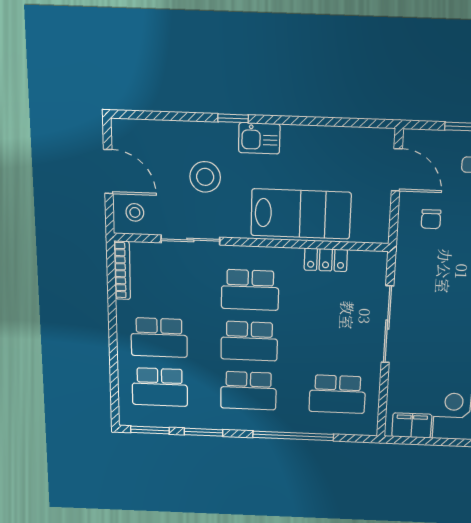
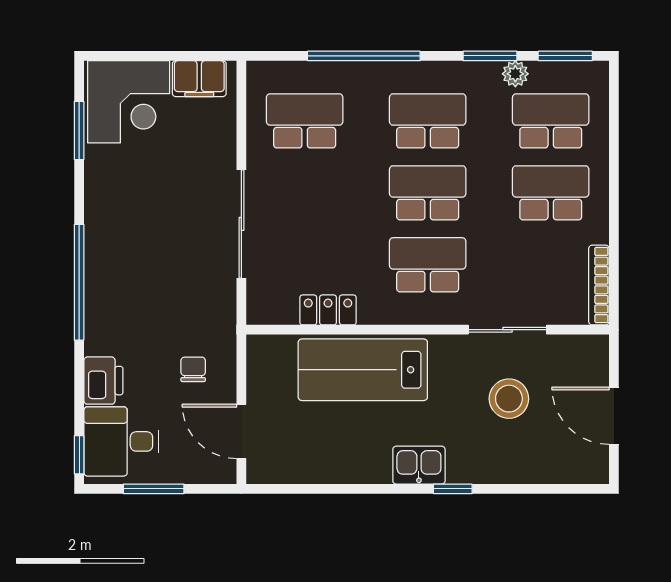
stool: (205, 177) -> (509, 399), moved
stool: (135, 212) -> (580, 364), removed
plant: (185, 420) -> (515, 74), added

